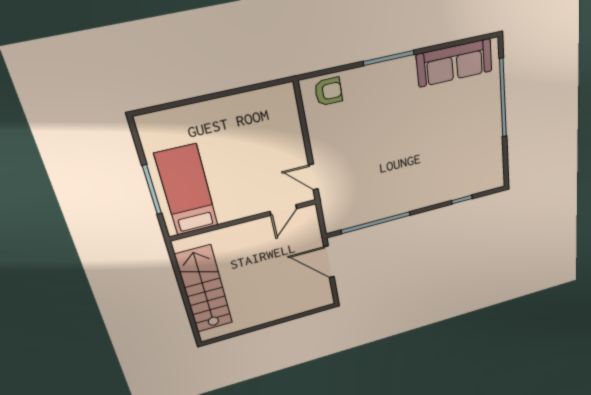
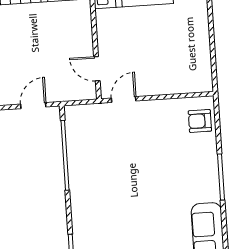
armchair: (328, 91) -> (200, 121), turned 90
door: (329, 262) -> (33, 106), width x0.73

